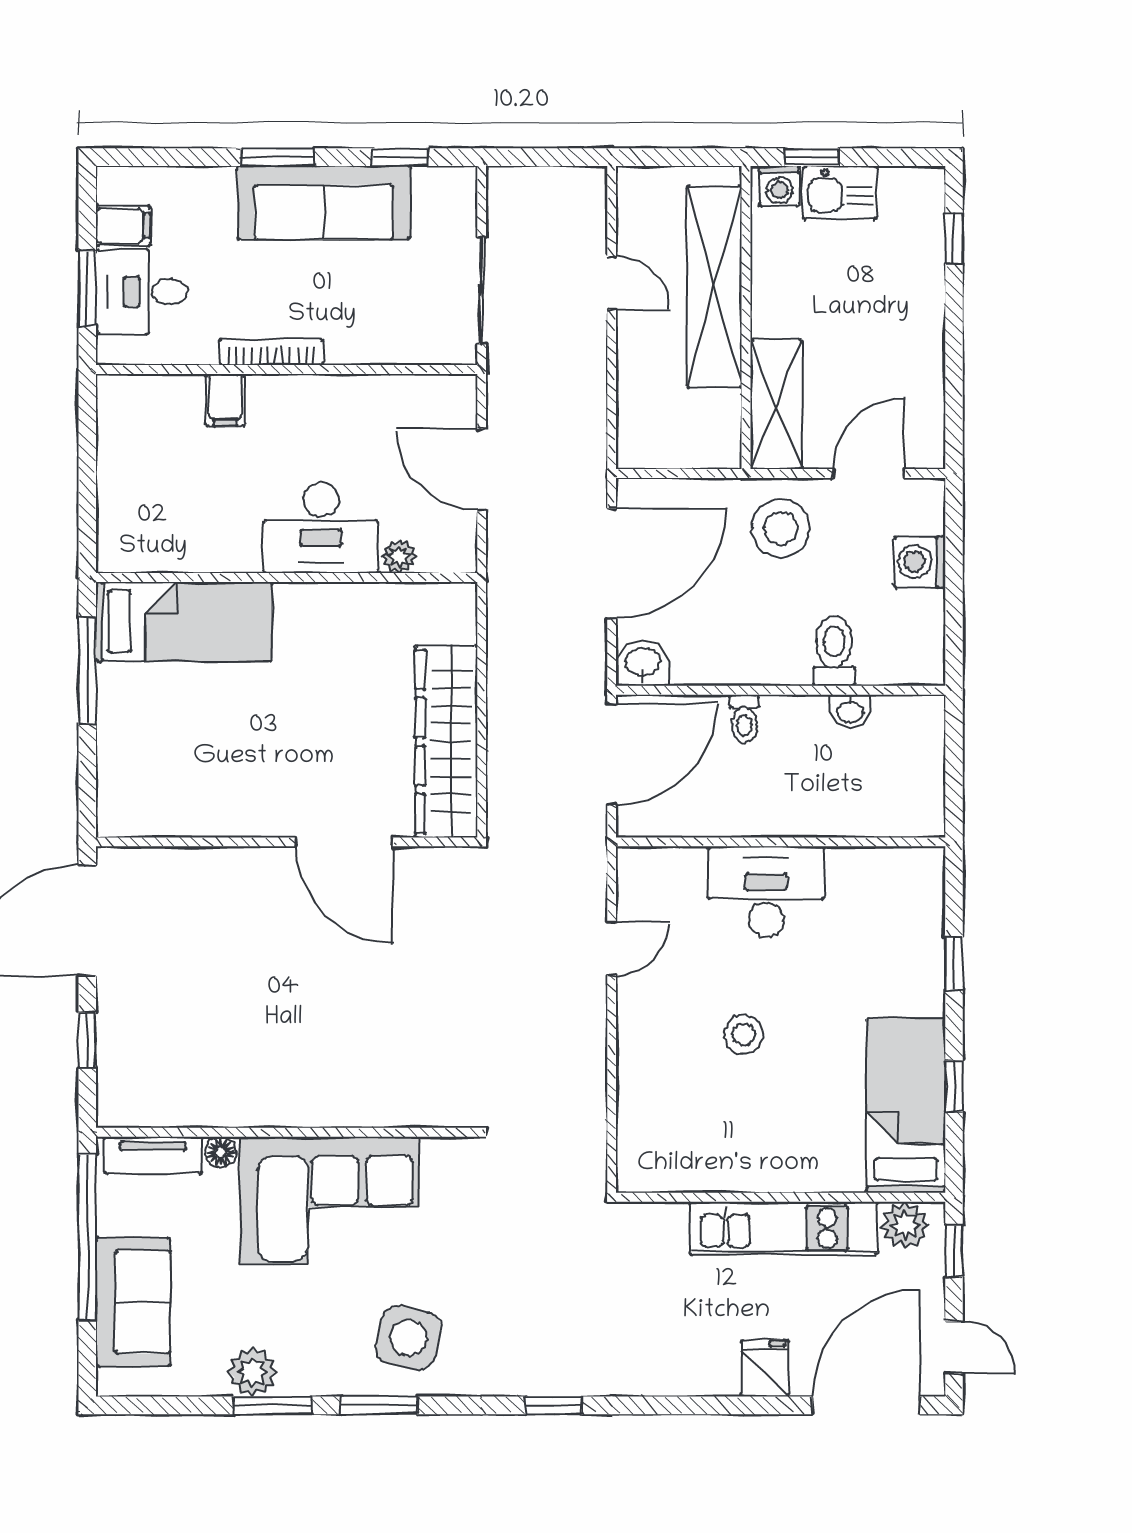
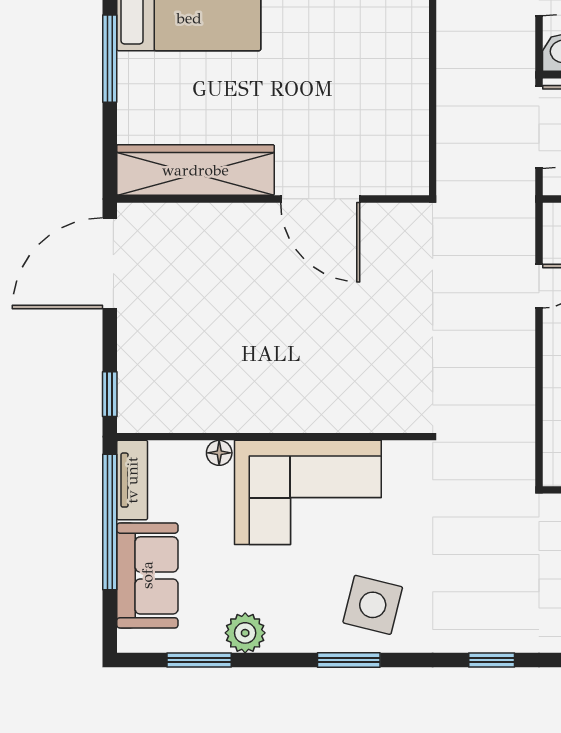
wardrobe: (446, 742) -> (195, 170), moved, turned 90
window: (87, 1040) -> (110, 394), moved
tv unit: (153, 1155) -> (132, 480), moved, turned -90
window: (272, 1405) -> (199, 660), moved

